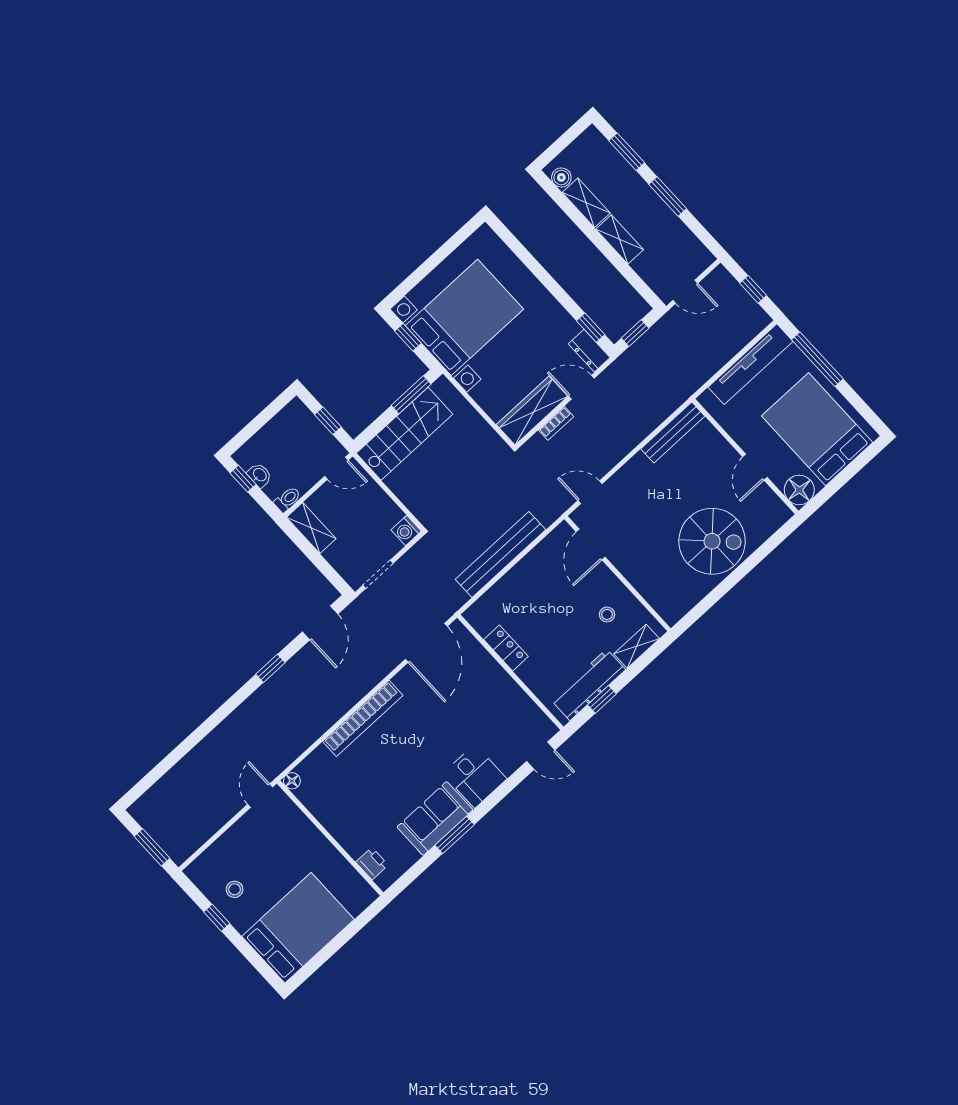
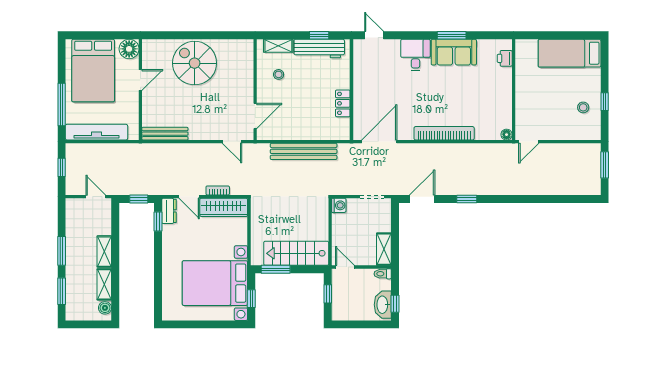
washbasin: (260, 475) -> (383, 305), width x1.91, depth x1.45
bed: (298, 928) -> (570, 53), width x0.67

